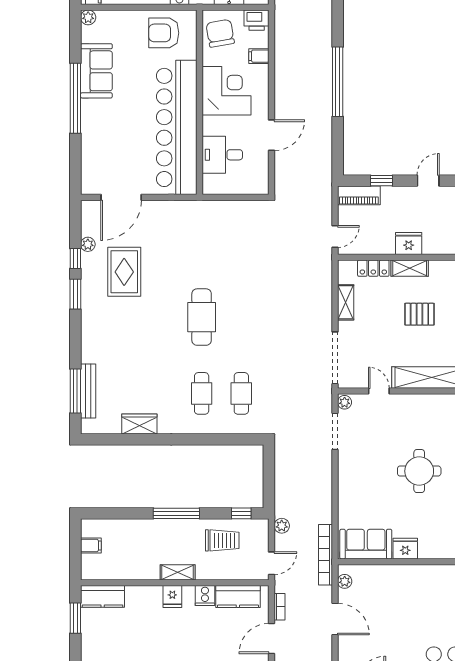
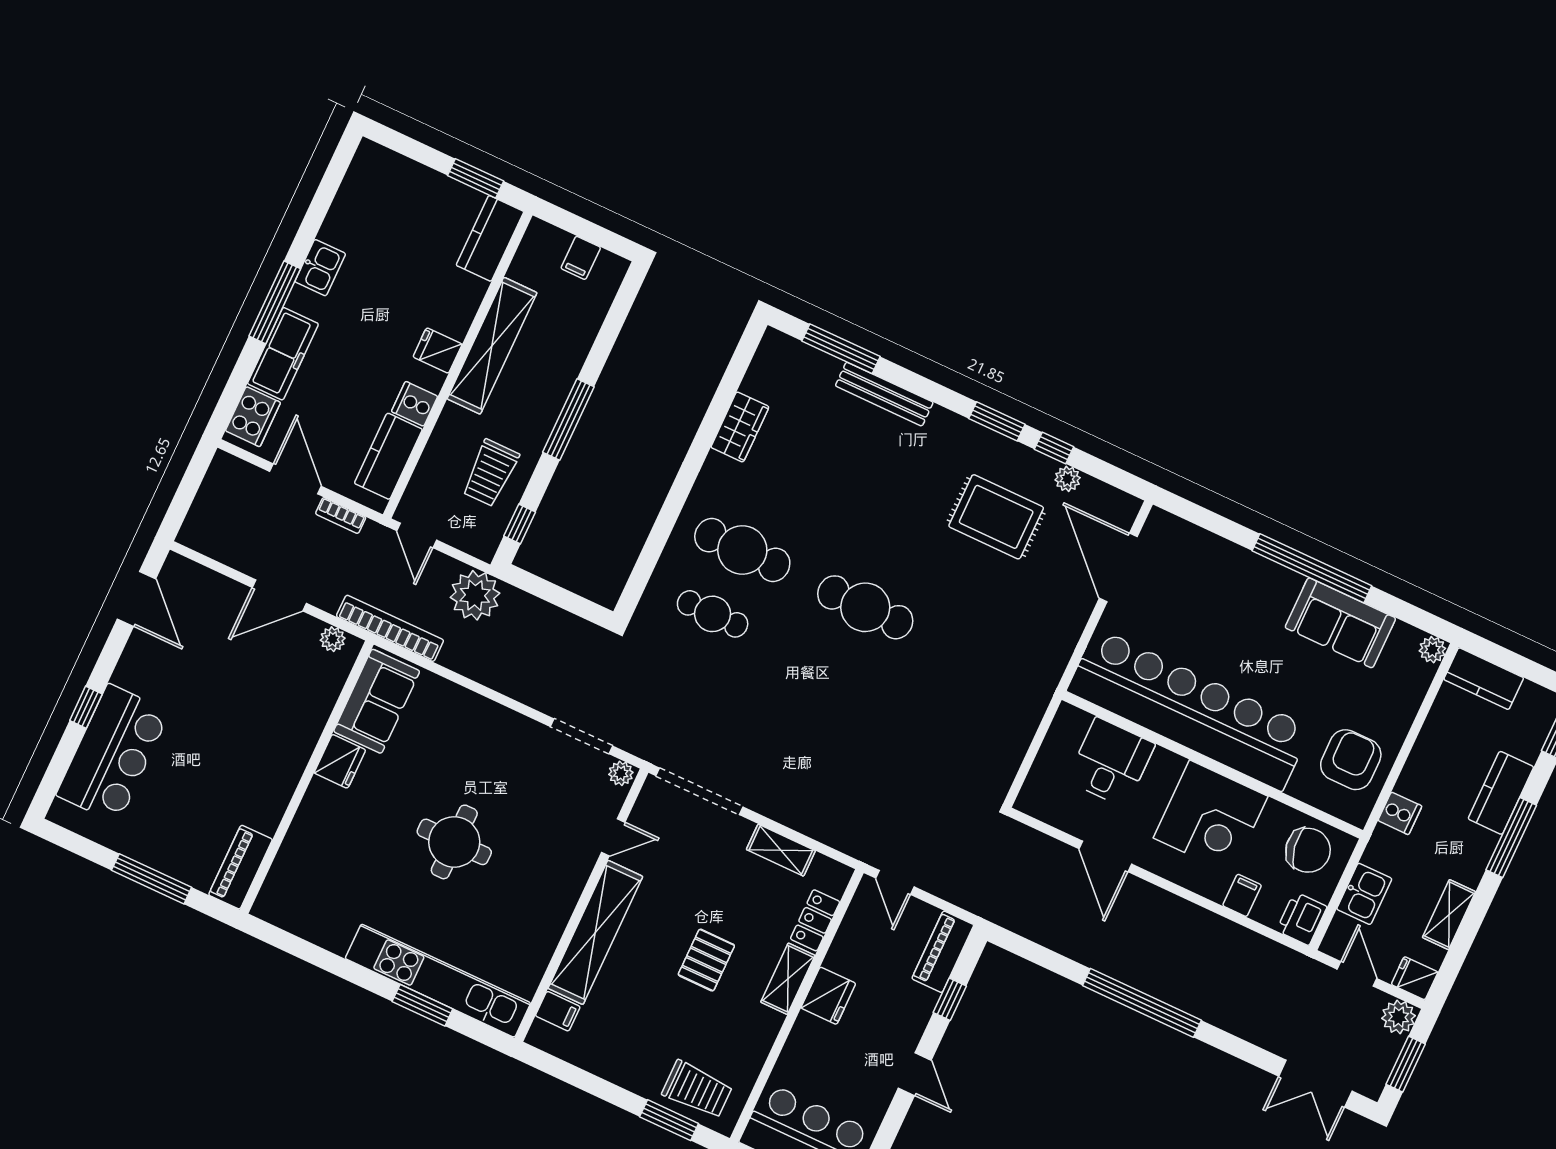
bench: (88, 391) -> (884, 394), moved
cafe table: (202, 393) -> (742, 550), width x1.37, depth x1.35
plant: (282, 526) -> (475, 595), width x1.88, depth x1.88
shelving: (178, 572) -> (492, 346), width x2.20, depth x1.33

